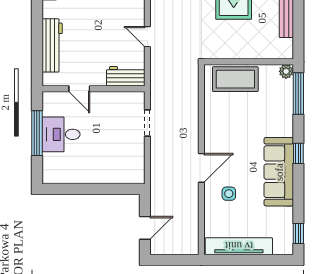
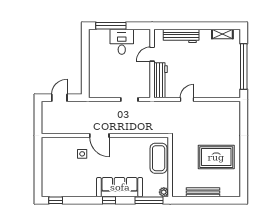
workbench: (126, 76) -> (160, 80), width x1.38
window: (37, 133) -> (111, 26), moved
sofa: (279, 172) -> (120, 187), moved
door: (145, 228) -> (59, 98), swing flipped
tv unit: (239, 246) -> (47, 161), removed

